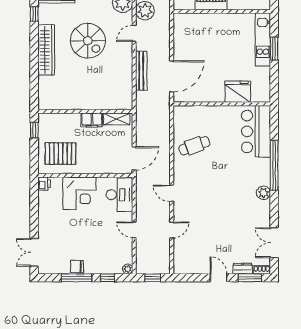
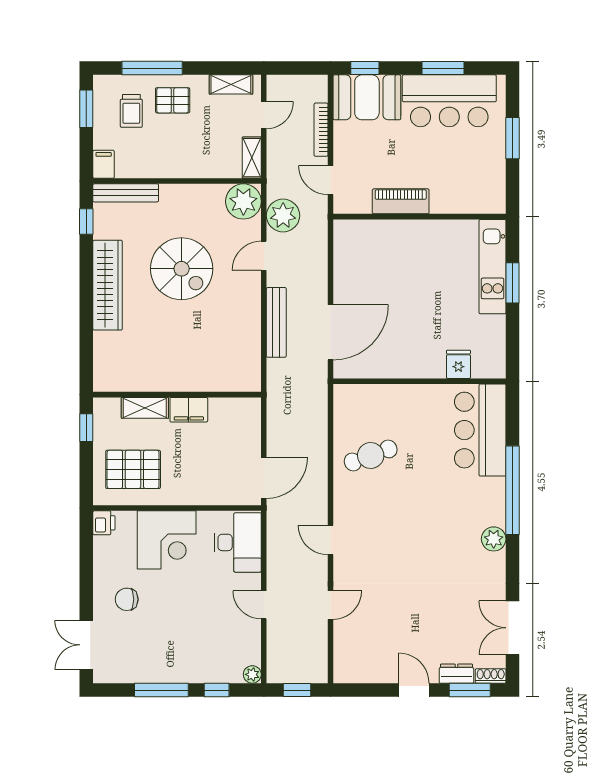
fridge: (238, 92) -> (458, 364), width x0.53, depth x0.75
shelving: (117, 119) -> (145, 408), moved
chair: (77, 267) -> (127, 599), moved

